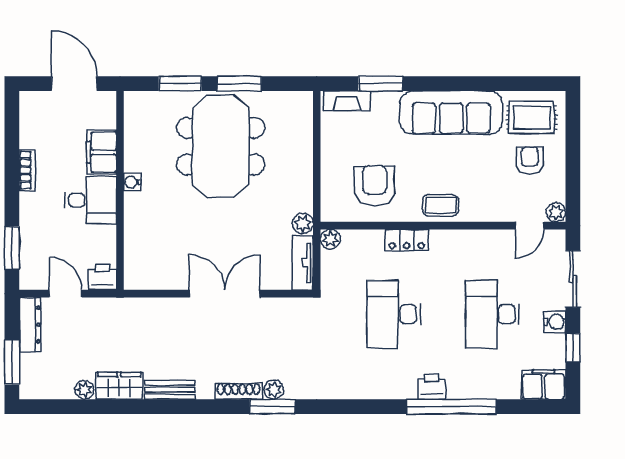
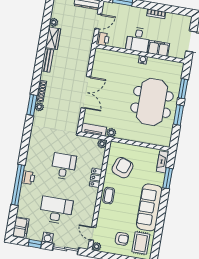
meeting table: (221, 146) -> (152, 102), turned 90
armchair: (375, 186) -> (122, 168), turned -71
desk: (394, 314) -> (64, 166), width x0.73

